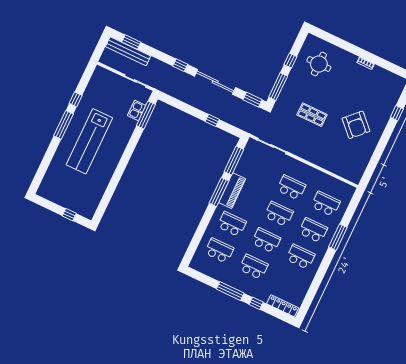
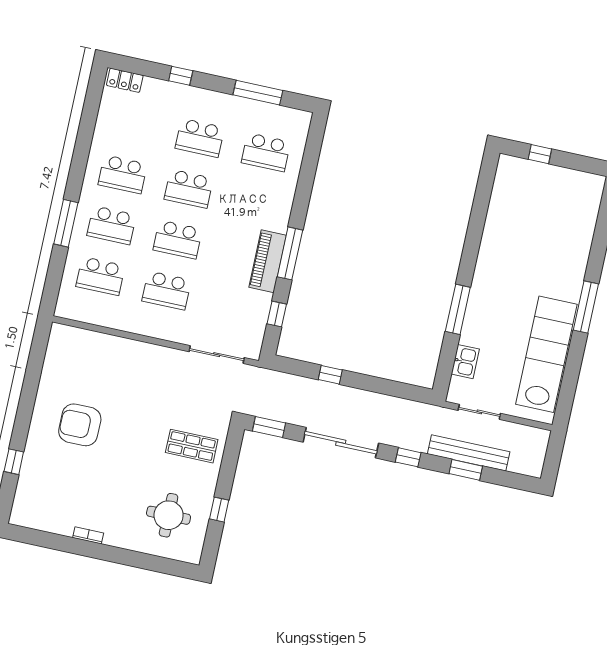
window: (131, 42) -> (466, 470), moved
bench: (128, 51) -> (469, 453), moved
window: (278, 87) -> (230, 460), removed
window: (76, 99) -> (575, 356), removed
window: (146, 115) -> (458, 309), moved
shop shelf: (312, 115) -> (192, 446), moved
armchair: (356, 125) -> (80, 425), turned -45
lab bench: (89, 141) -> (546, 354), moved
window: (234, 161) -> (277, 314), width x0.46
school desk: (232, 224) -> (255, 203), removed
window: (230, 291) -> (258, 93), moved
locker: (283, 306) -> (125, 80), width x0.66

